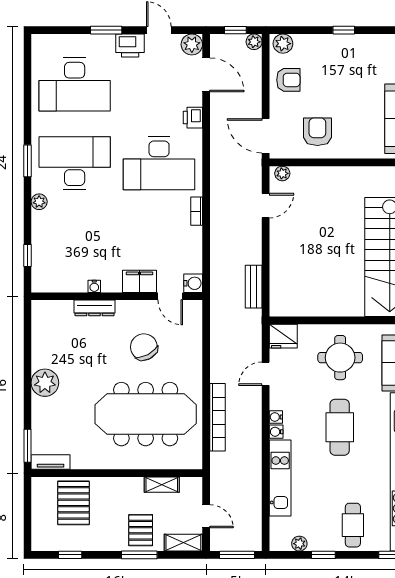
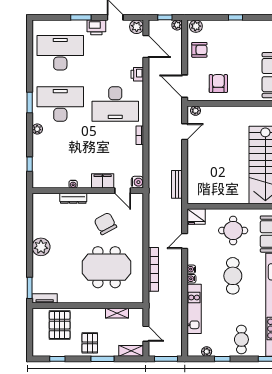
desk: (75, 85) -> (60, 53), turned 180
meeting table: (146, 414) -> (107, 267), width x0.73
pallet: (141, 530) -> (90, 343), moved

